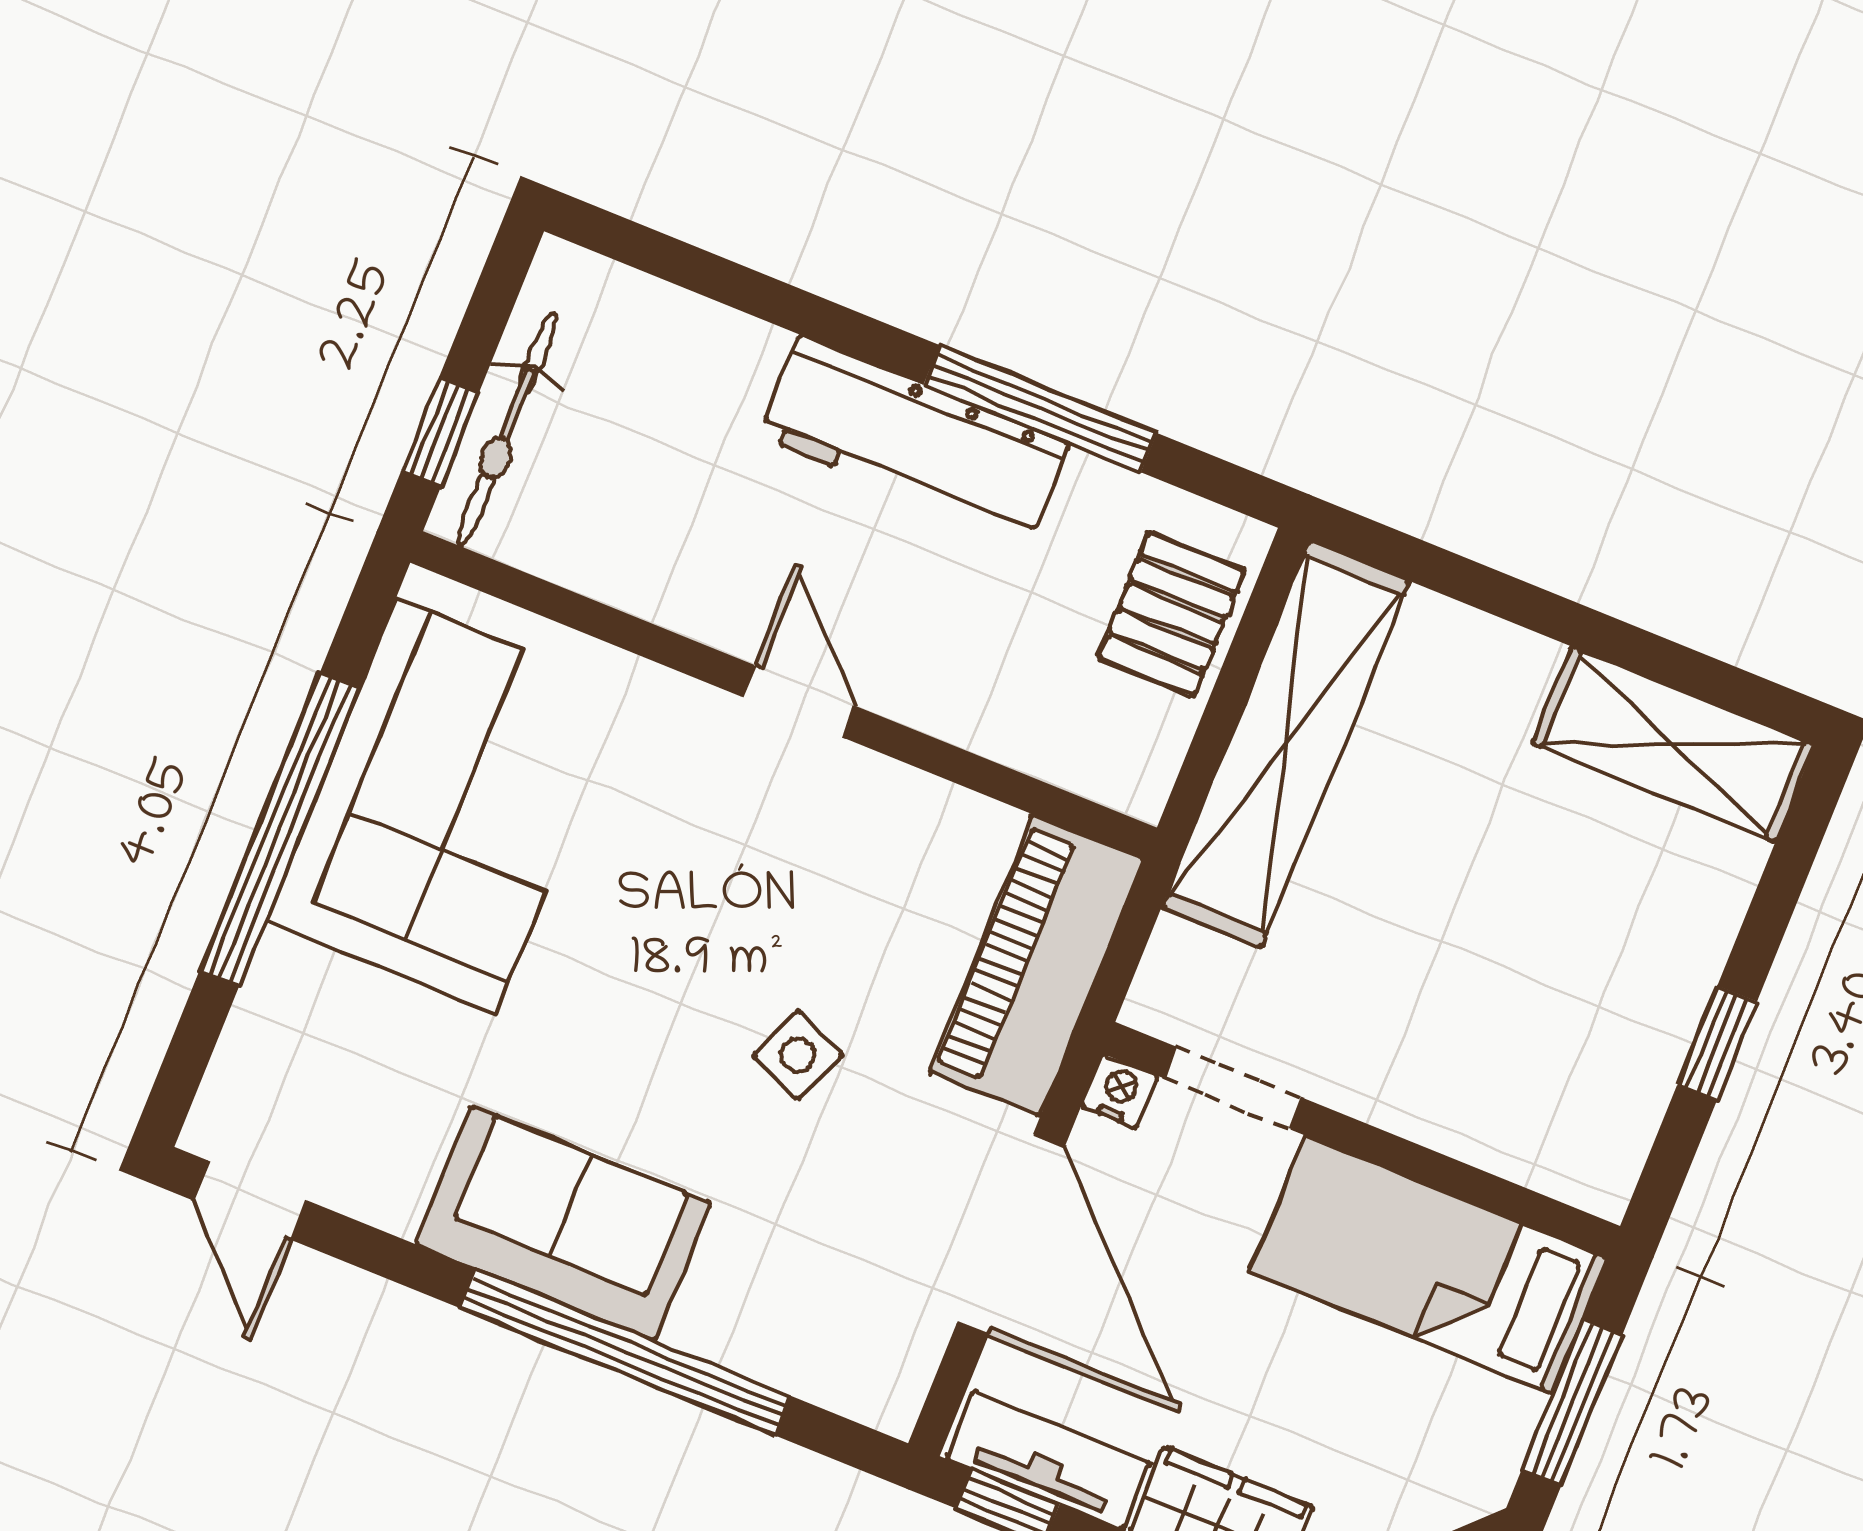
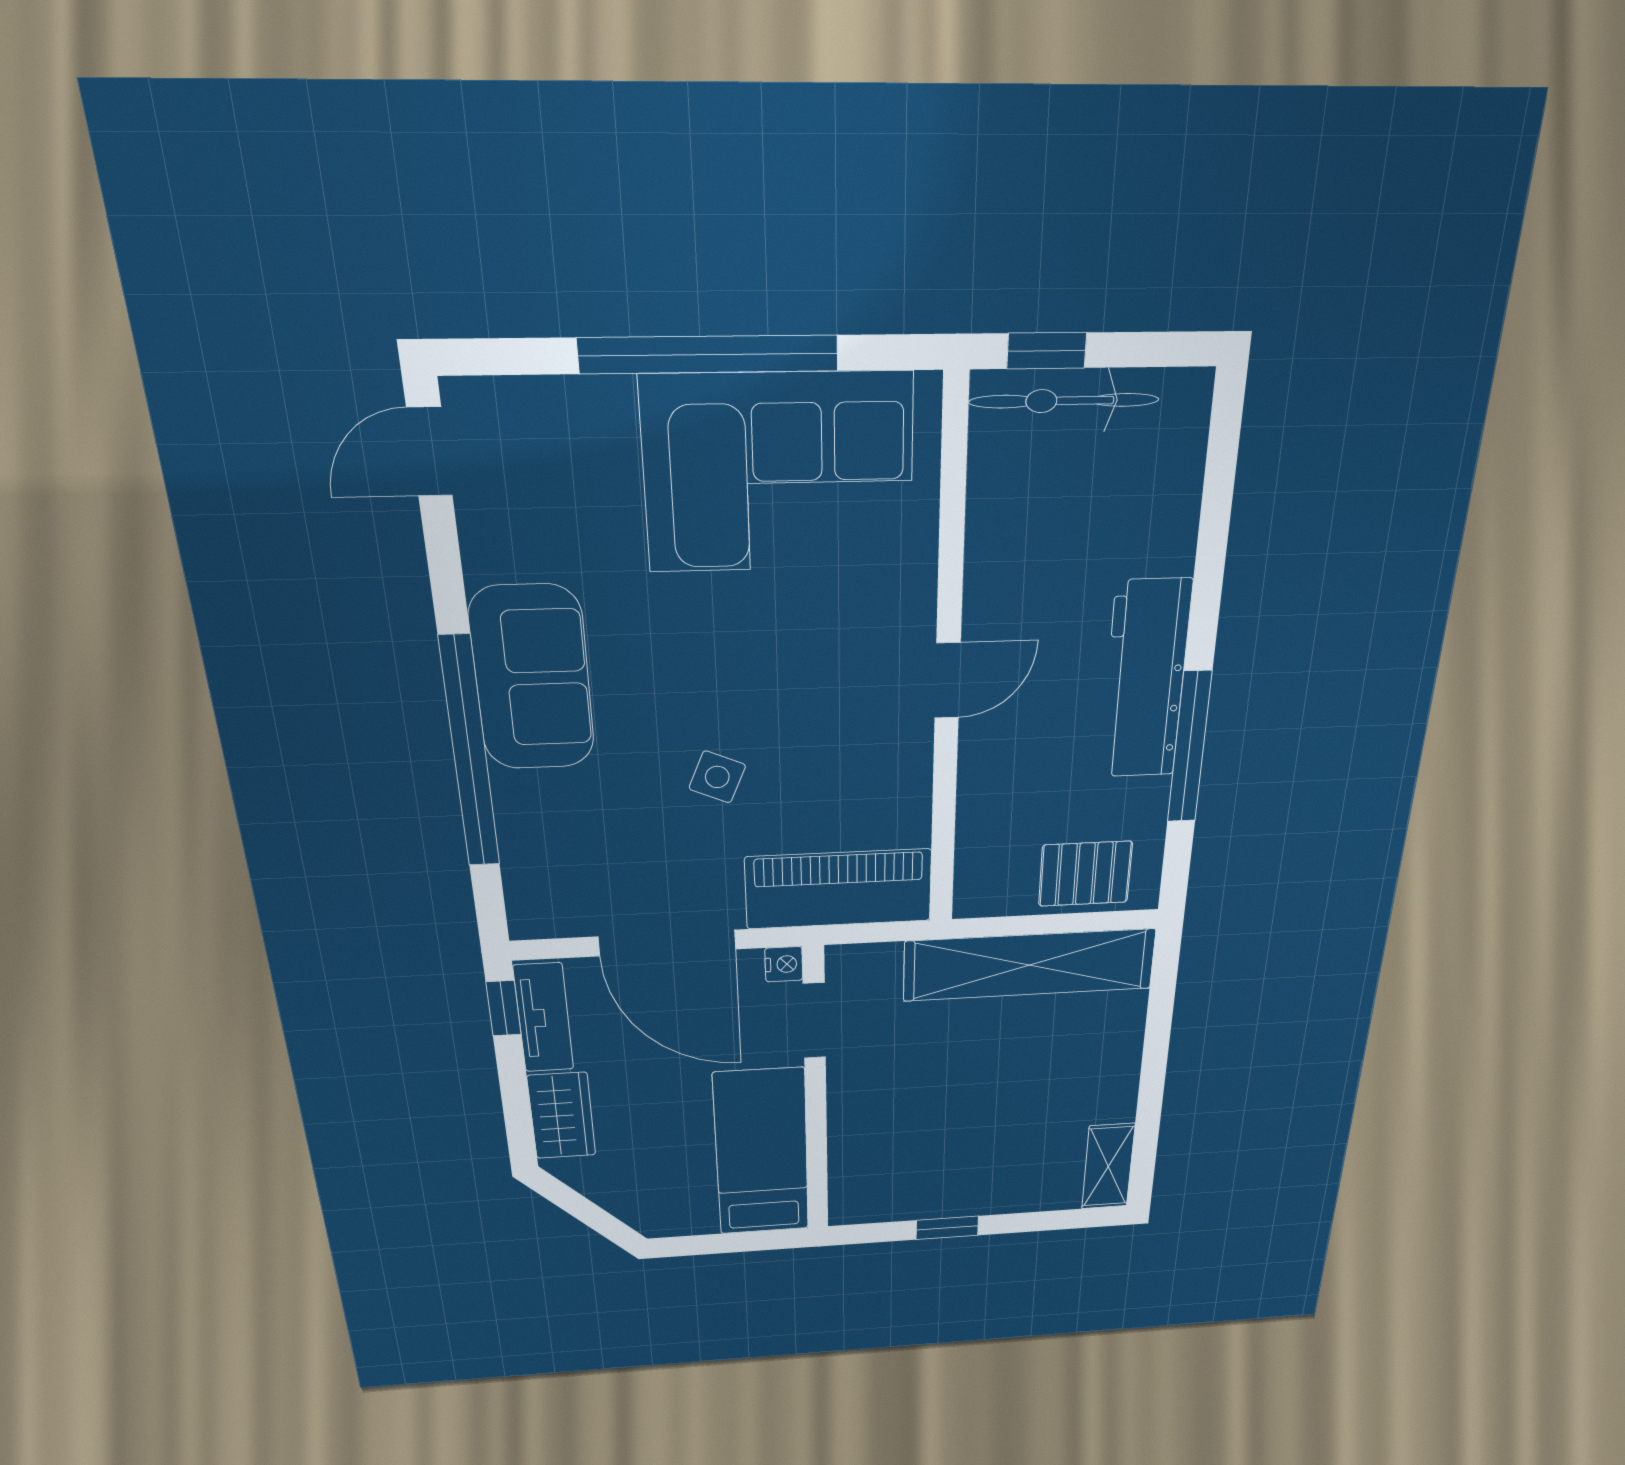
shelving: (1673, 744) -> (1108, 1166), width x0.67, depth x0.75
door: (1011, 1235) -> (667, 943), hinge flipped
window: (1572, 1402) -> (721, 1243), removed

